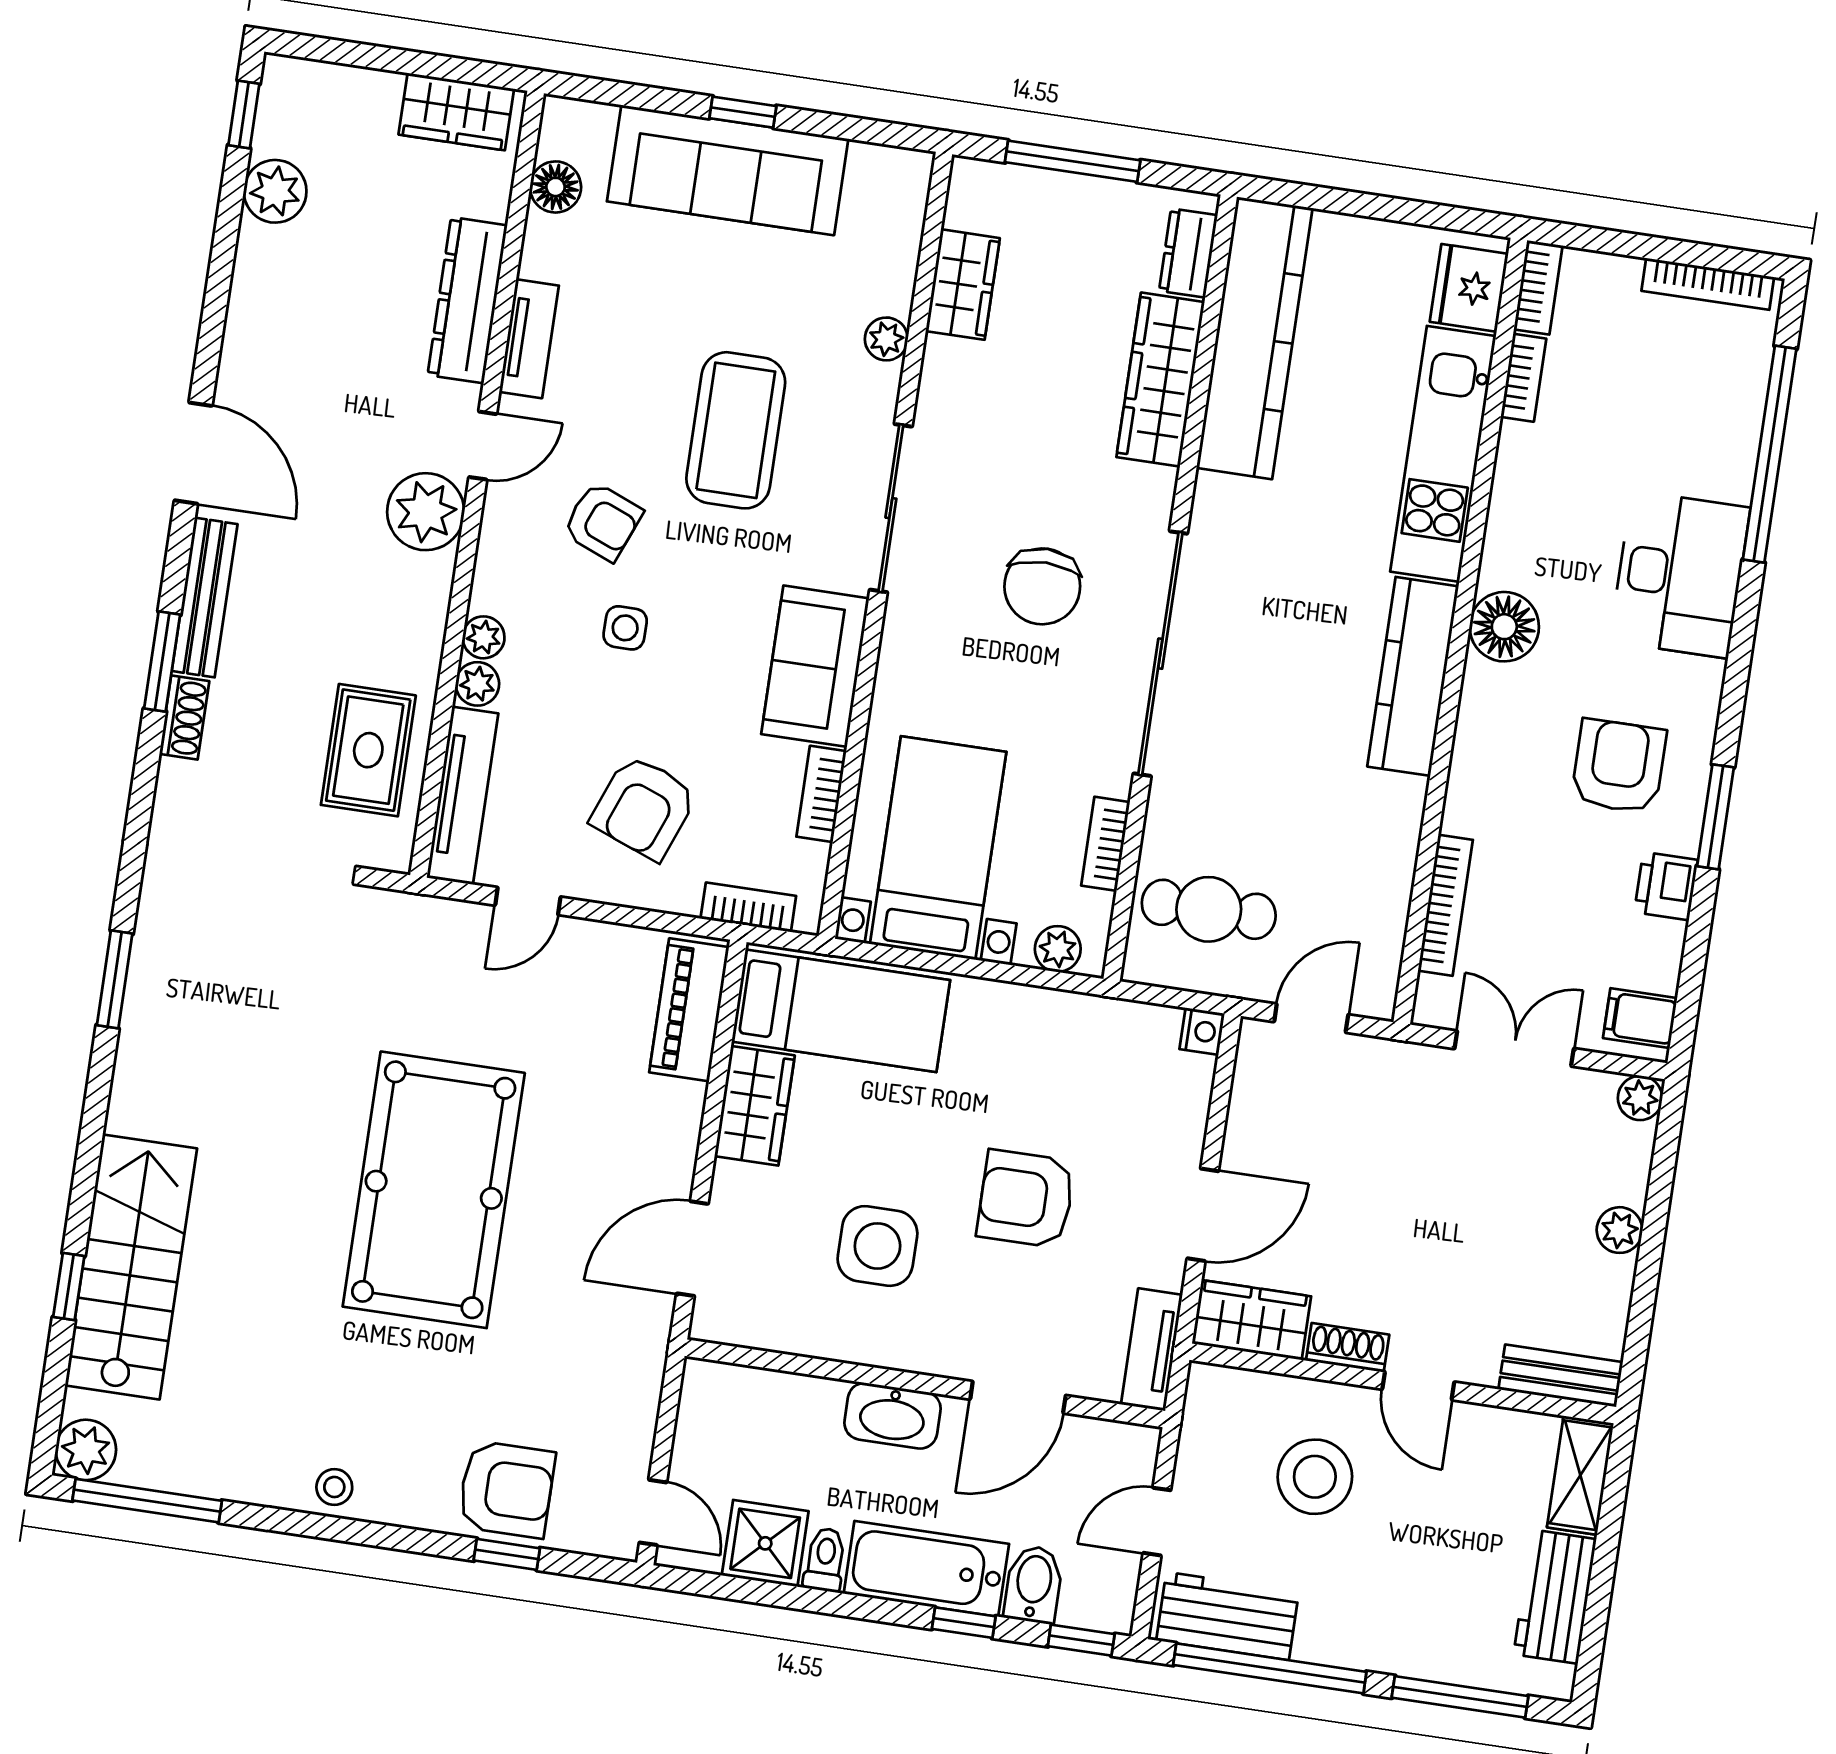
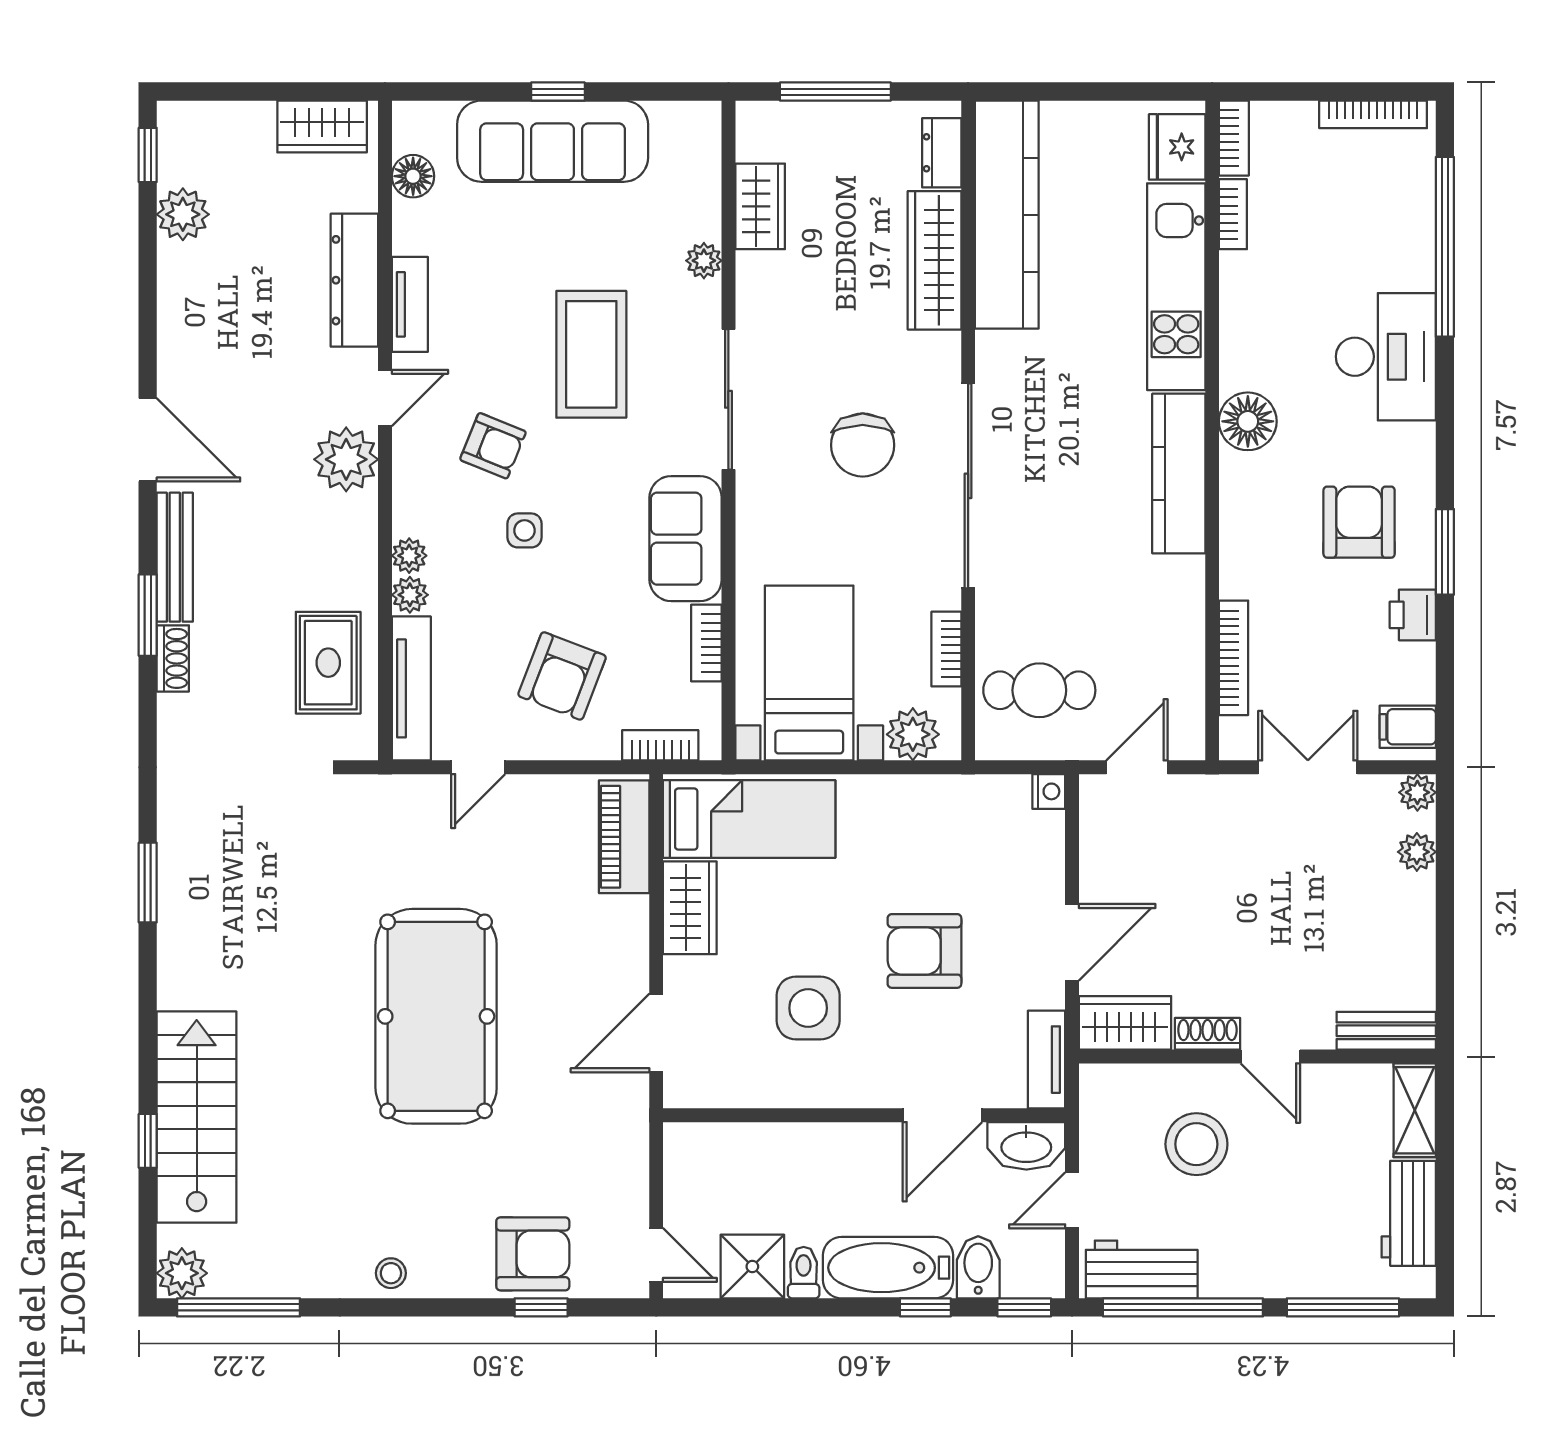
plant: (1058, 949) -> (913, 734), width x1.38, depth x1.38
plant: (1620, 1230) -> (1417, 852), moved
washbasin: (893, 1416) -> (1026, 1146), moved

